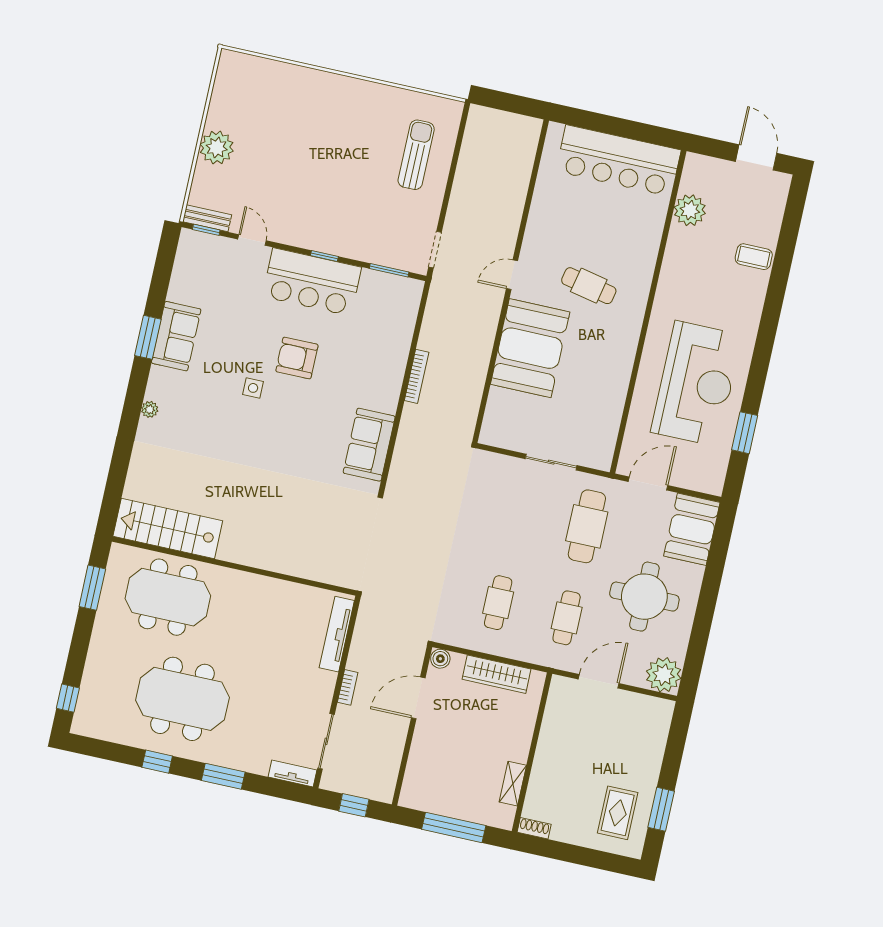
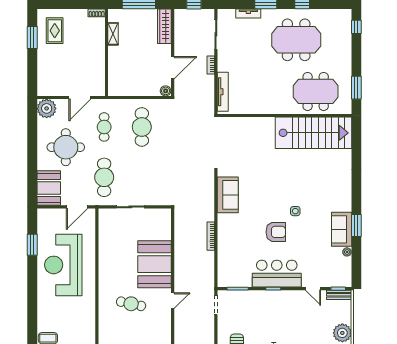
plant: (150, 409) -> (347, 252), moved
stairs: (168, 529) -> (313, 133), width x1.36, depth x1.51
cafe table: (498, 603) -> (142, 127), width x1.37, depth x1.35
wardrobe: (497, 674) -> (164, 26), moved, turned -90
tv unit: (292, 773) -> (248, 13), moved

